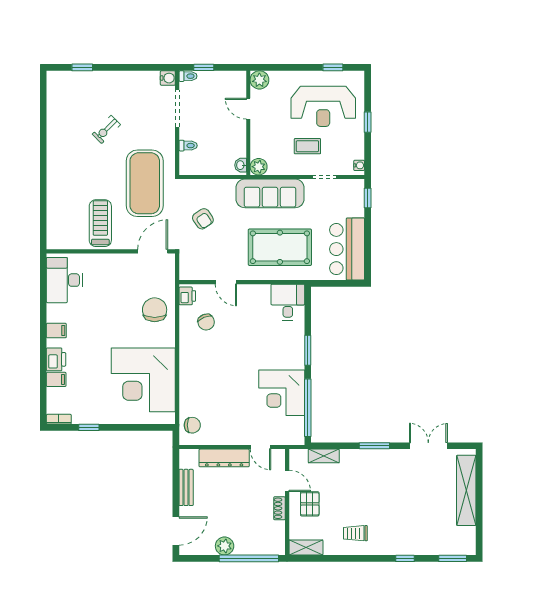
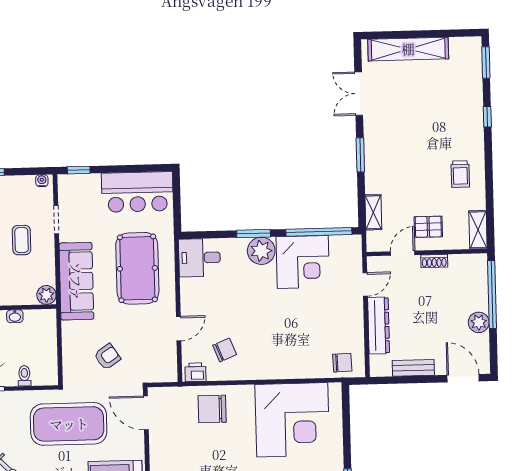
washbasin: (241, 165) -> (15, 316), moved
plant: (292, 357) -> (261, 251), added
chair: (192, 425) -> (342, 363), turned 88

